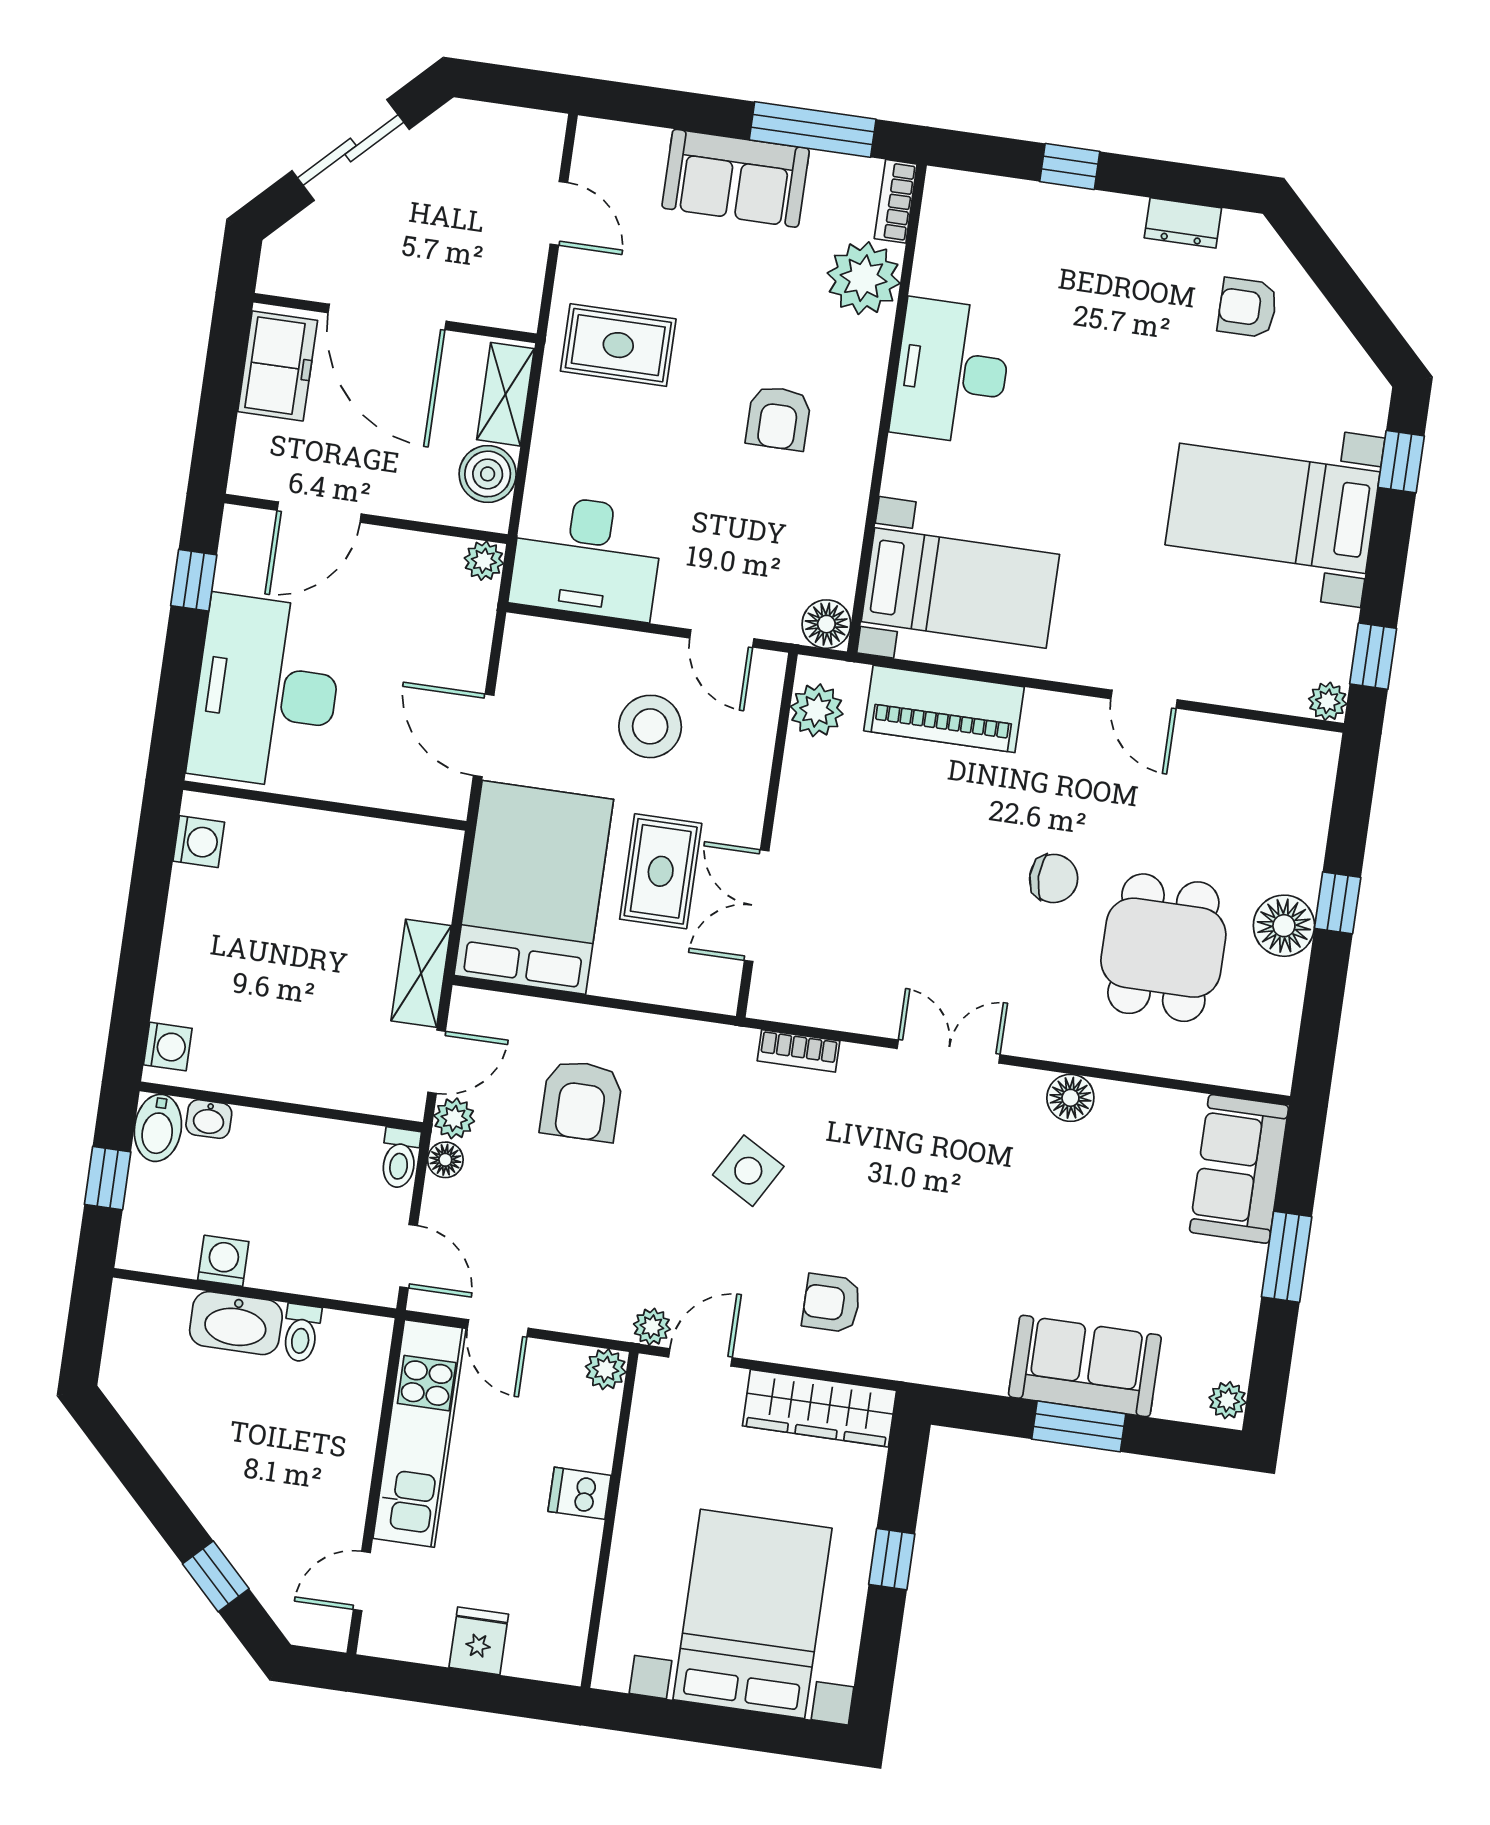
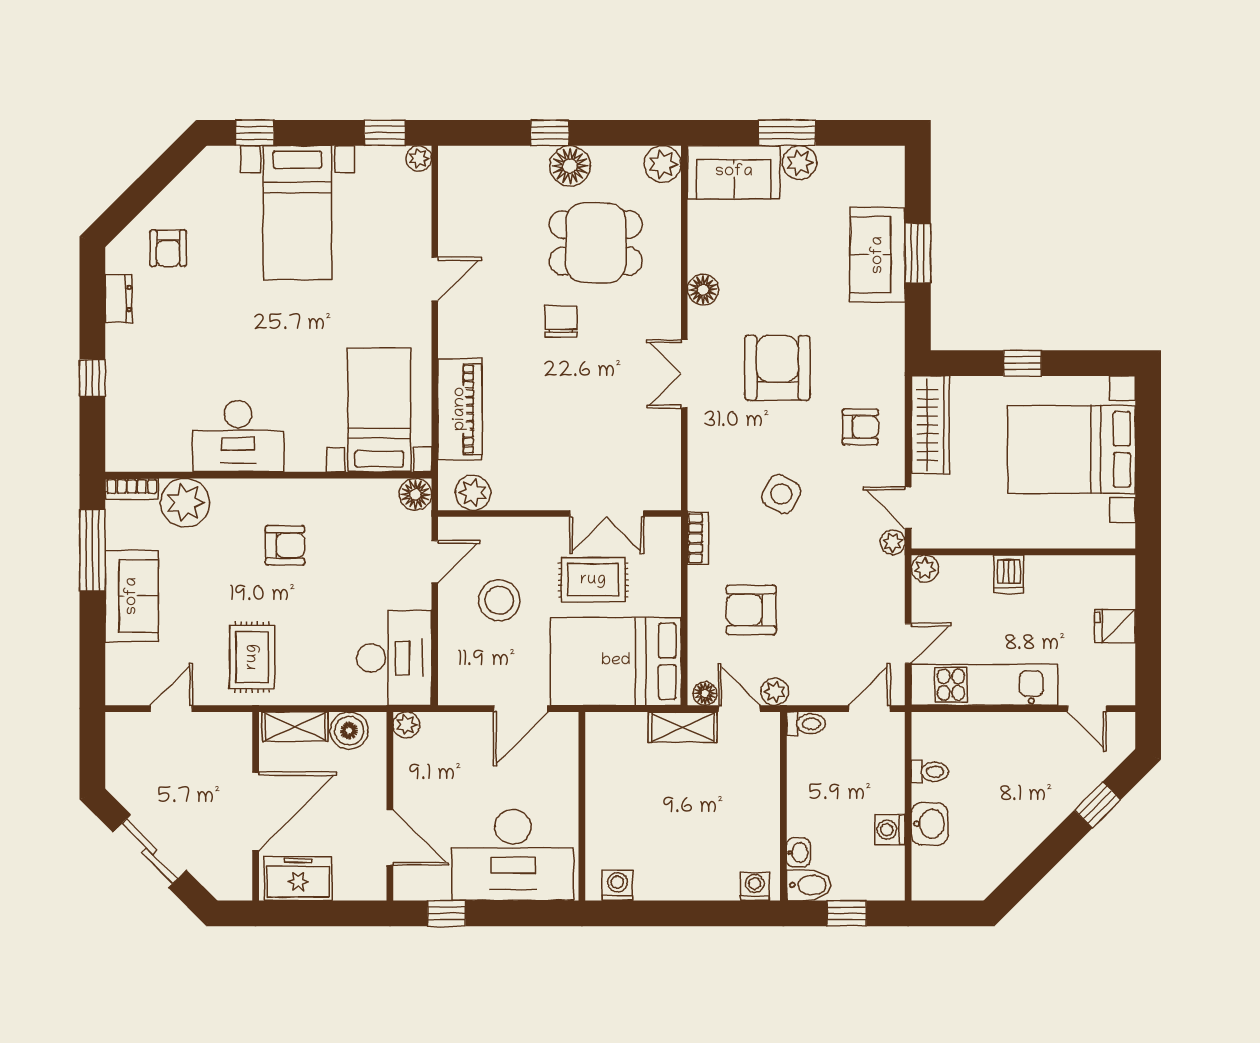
bookcase: (799, 1051) -> (698, 538), moved
plant: (1267, 1065) -> (663, 164), added
armchair: (581, 1101) -> (751, 610), turned 180
floor lamp: (445, 1160) -> (705, 694), moved
armchair: (938, 1192) -> (777, 368), added
armchair: (831, 1303) -> (860, 427), turned -90
washbasin: (236, 1323) -> (930, 824), width x0.72
plant: (1228, 1400) -> (800, 163), moved, width x1.38, depth x1.38

